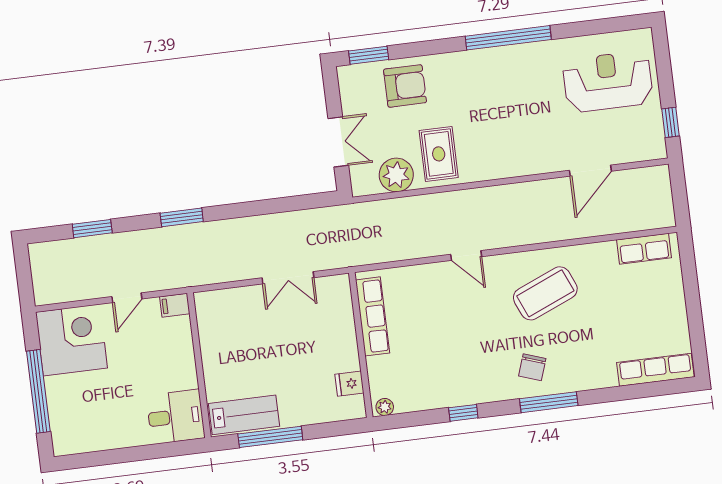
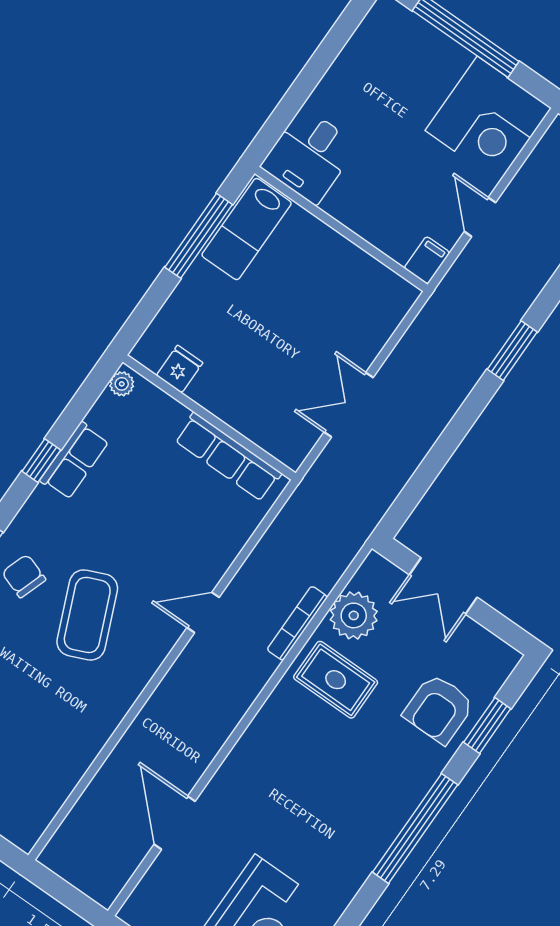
window: (508, 38) -> (415, 828), moved
window: (369, 55) -> (487, 726), moved
bookcase: (427, 201) -> (297, 623), added
row of seats: (644, 249) -> (74, 461), moved, turned 180
coffee table: (545, 293) -> (87, 615), moved

